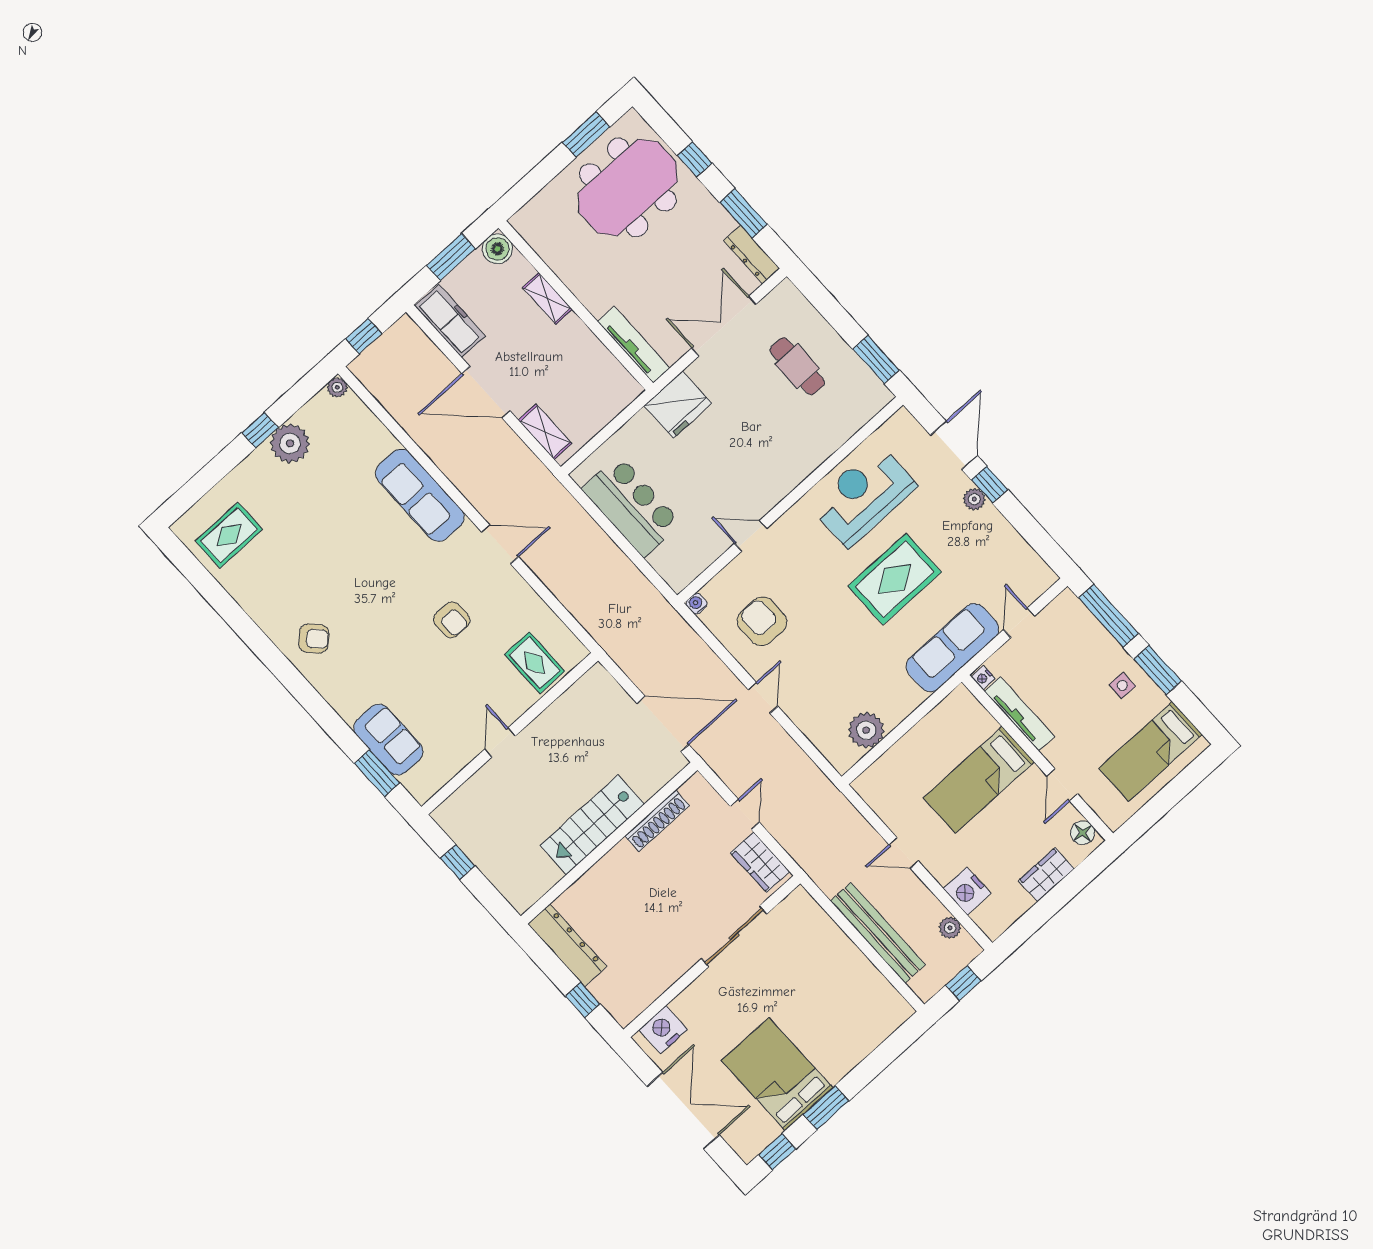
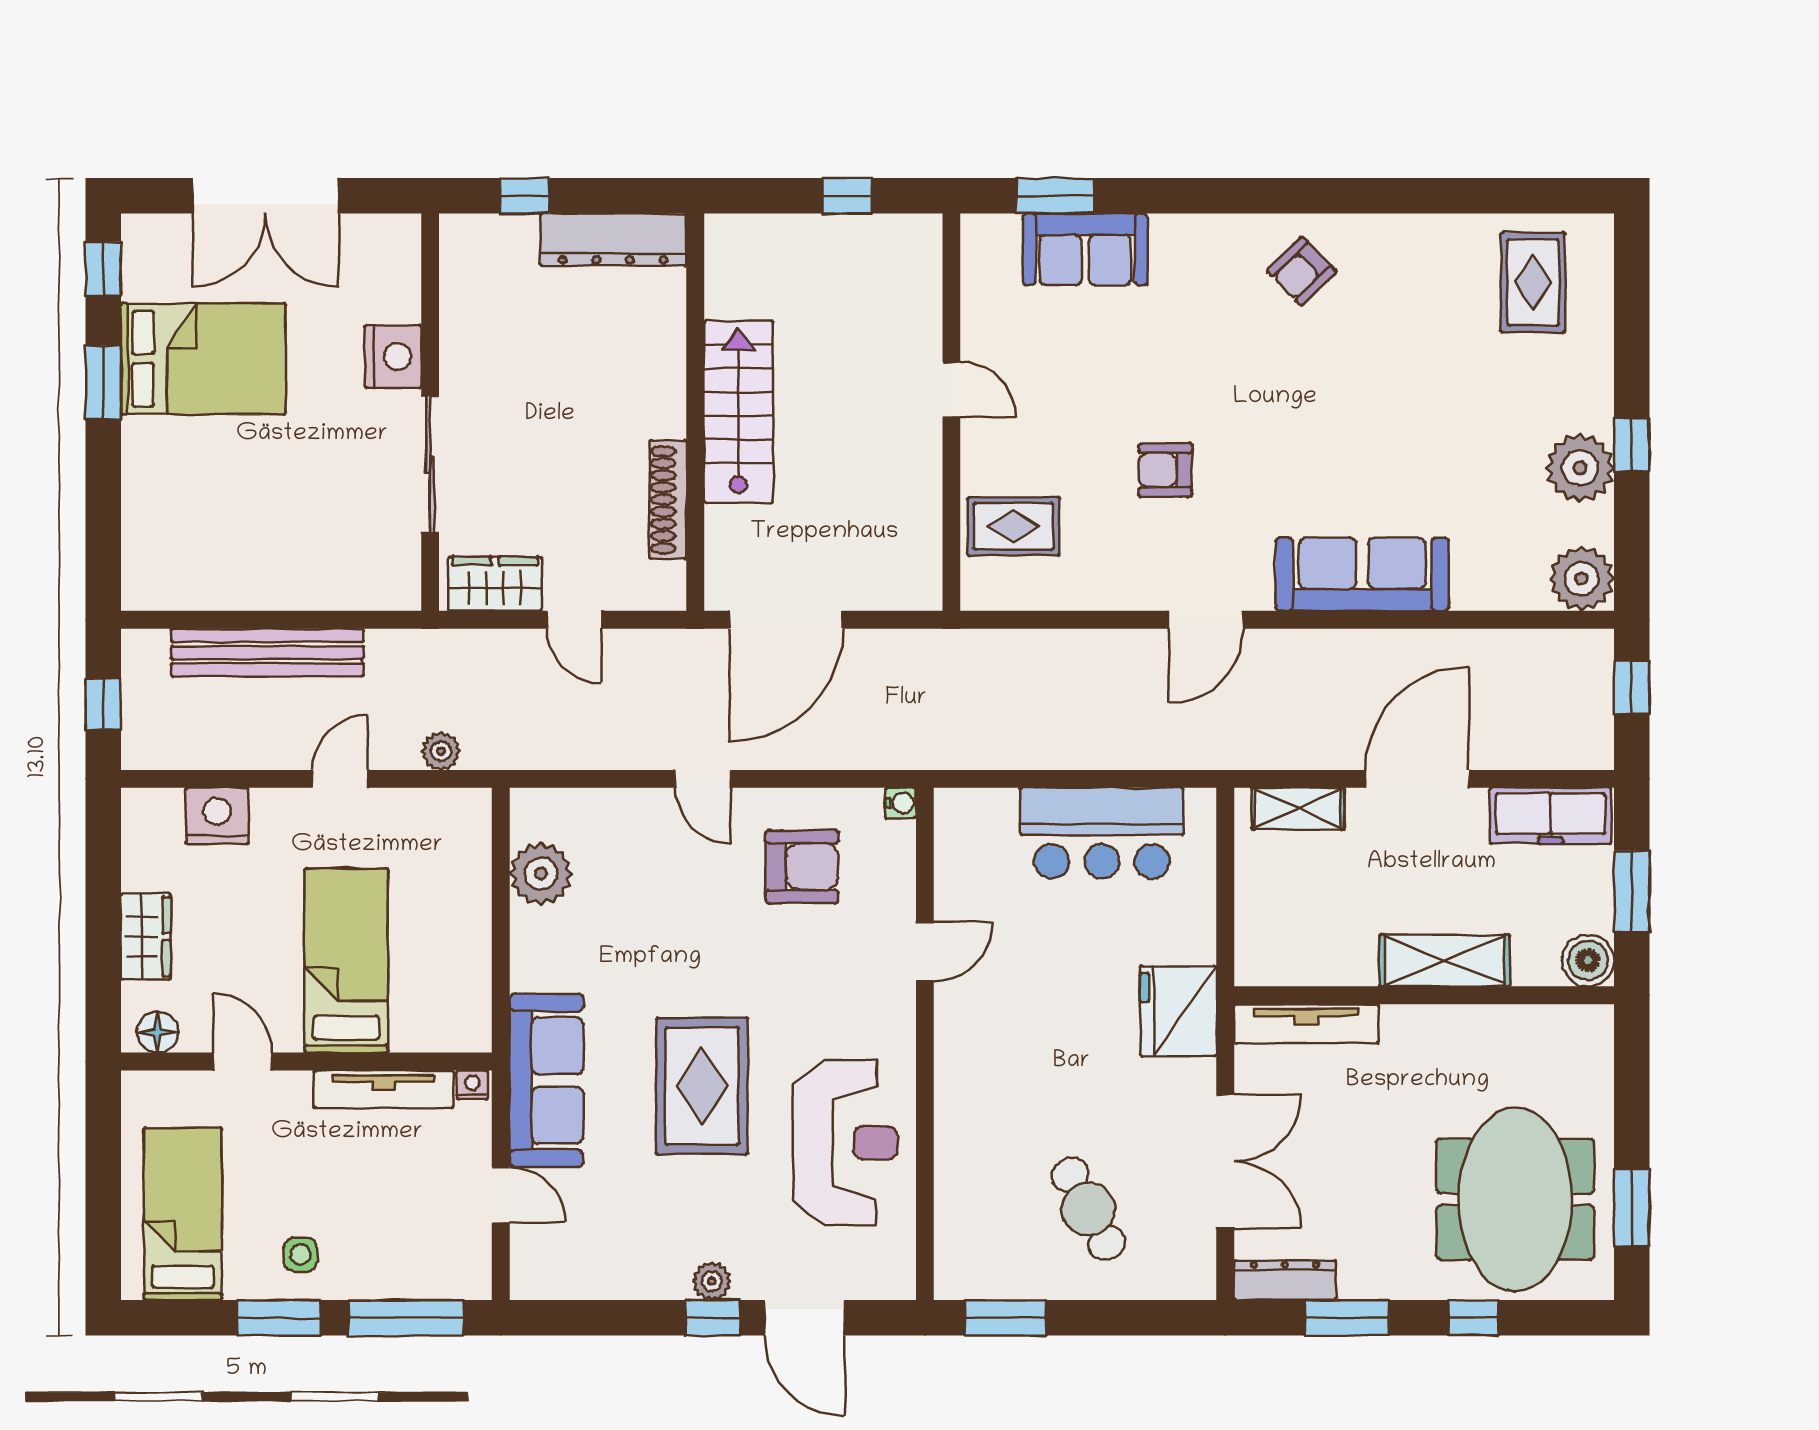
shelving: (547, 298) -> (1445, 961), width x1.50, depth x1.33
cafe table: (797, 366) -> (1088, 1209), turned 62
plant: (337, 387) -> (1582, 579), width x1.88, depth x1.88
plant: (950, 928) -> (441, 751), moved
nightstand: (663, 1030) -> (393, 357), moved

